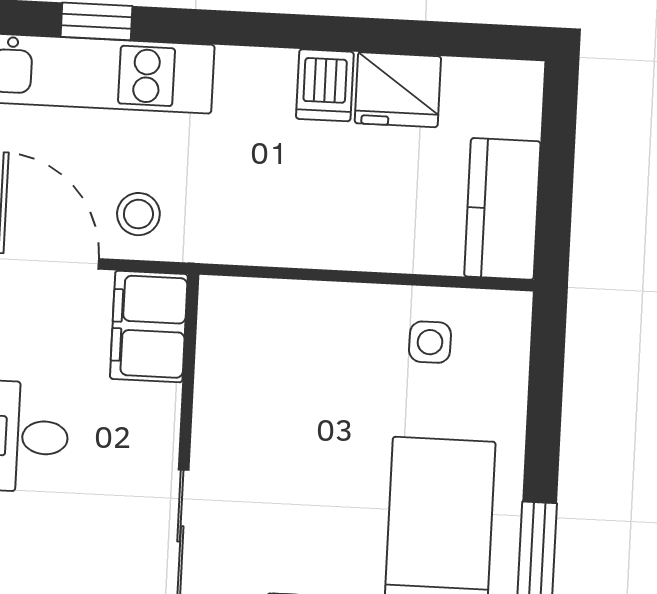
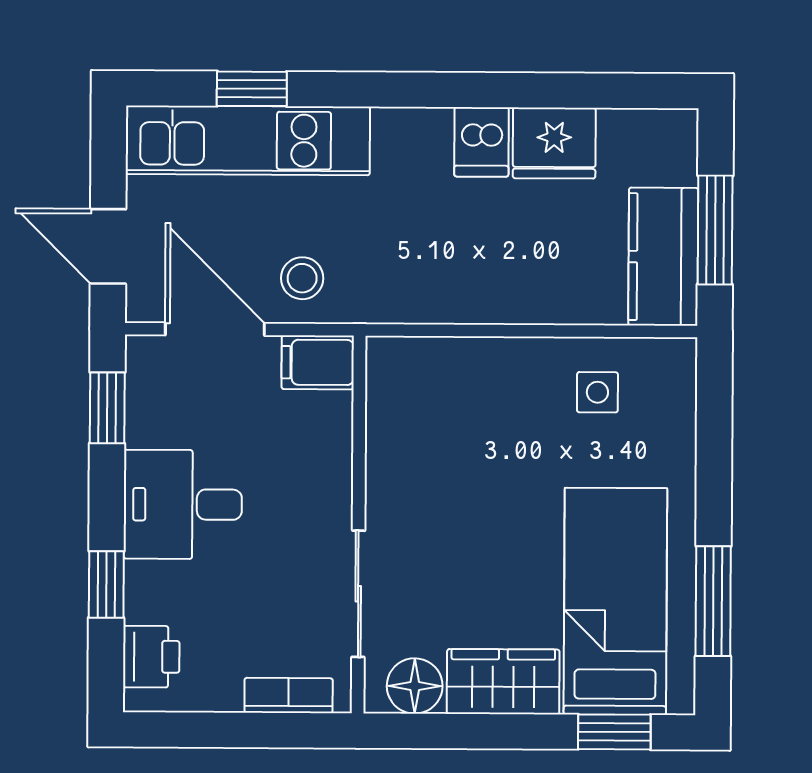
window: (556, 184) -> (715, 230), added
filing cabinet: (149, 326) -> (318, 362), width x0.50

